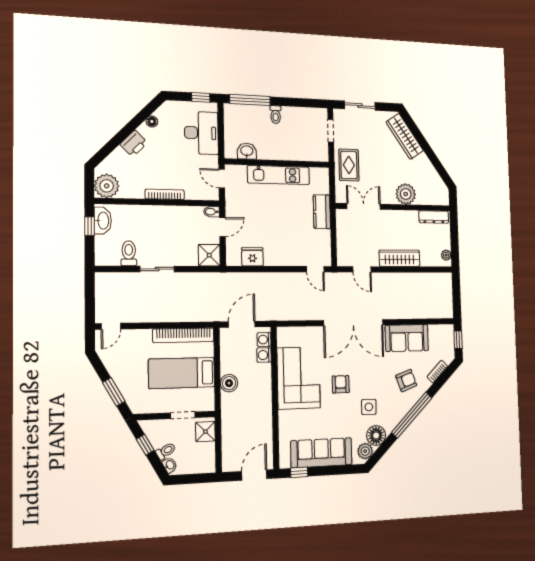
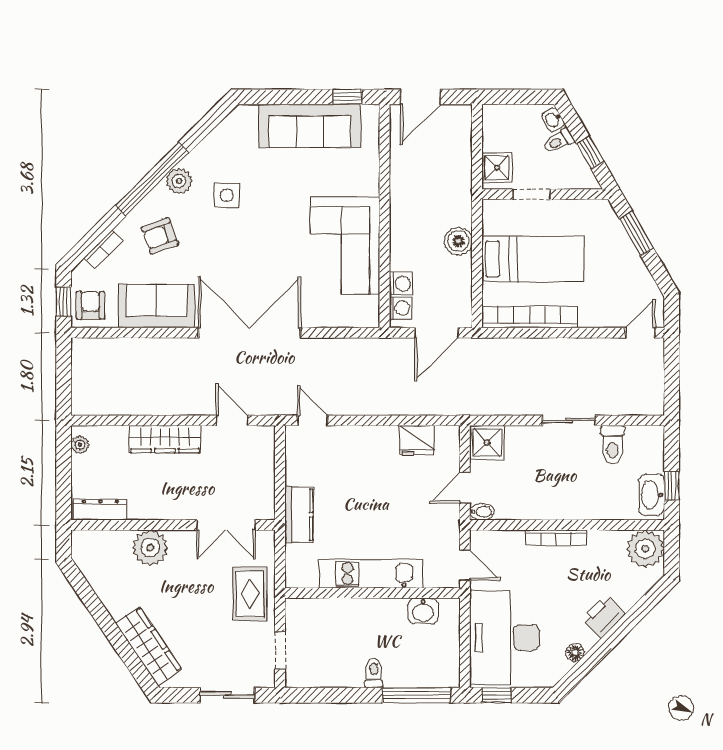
desk: (201, 133) -> (505, 638), width x1.36, depth x1.30
armchair: (341, 384) -> (91, 305), moved, turned 180
floor lamp: (376, 435) -> (216, 149), removed
plant: (365, 451) -> (179, 181), moved

